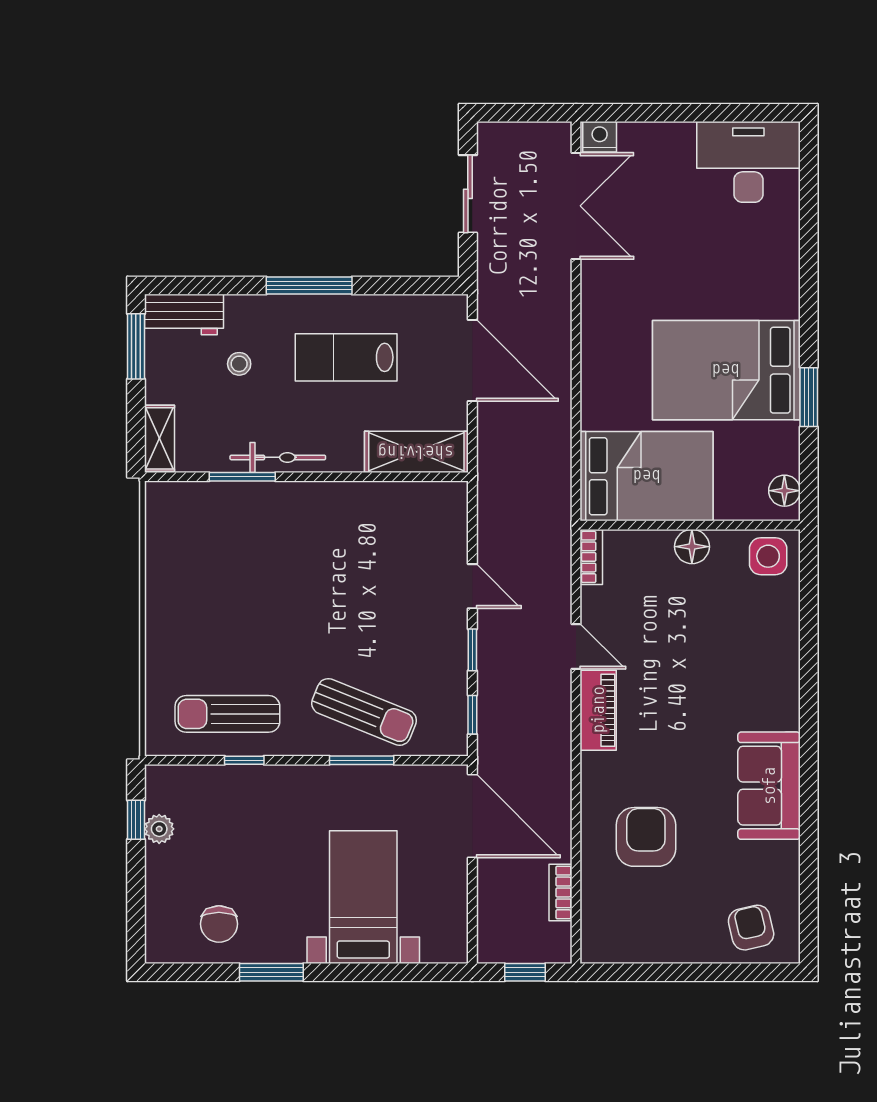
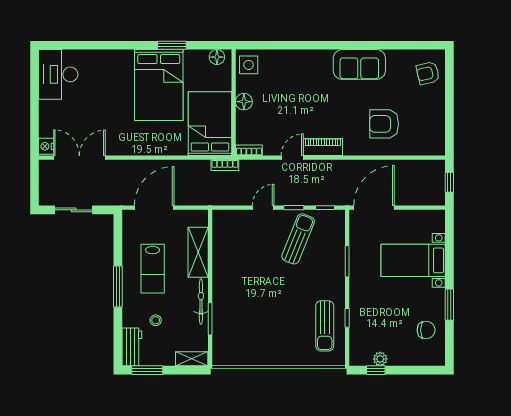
shelving: (416, 452) -> (198, 252), moved
sun lounger: (364, 712) -> (298, 239), moved
bookcase: (561, 892) -> (225, 165), moved

